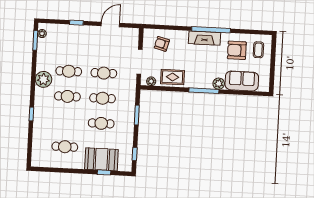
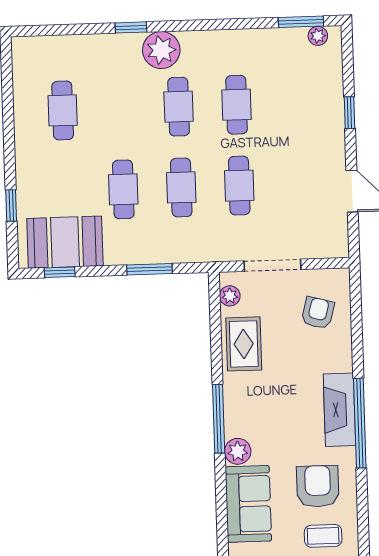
plant: (43, 79) -> (161, 50), moved
booth: (101, 159) -> (65, 242), moved, turned 90

